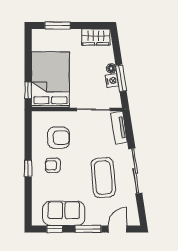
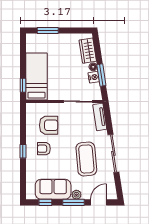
wardrobe: (96, 37) -> (88, 51), moved, turned 81
bed: (50, 80) -> (36, 76), width x0.67
plant: (92, 220) -> (76, 195), added

